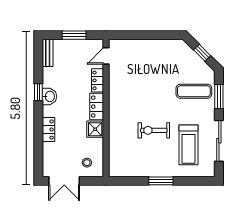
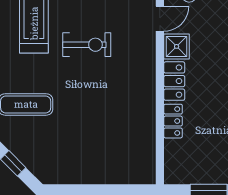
door: (106, 56) -> (160, 19), moved

